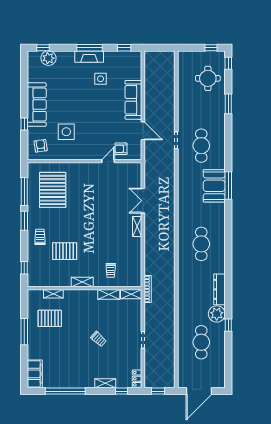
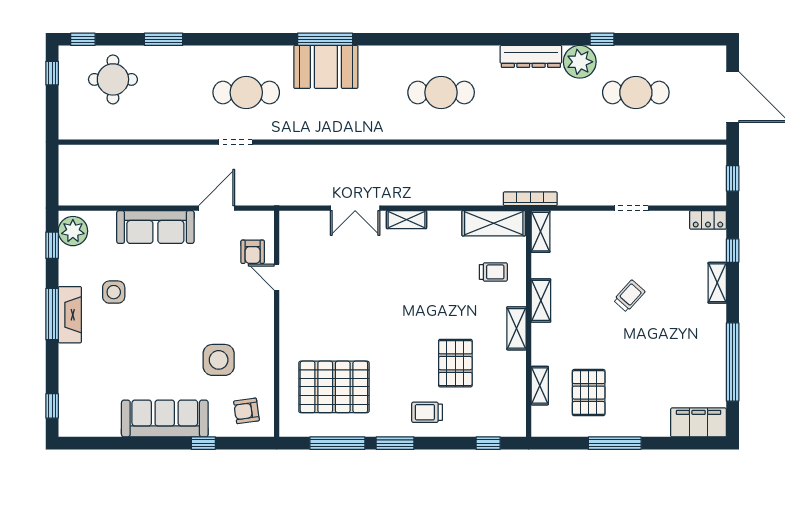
plant: (48, 58) -> (73, 231), moved
shelving: (135, 271) -> (494, 223), added
shelving: (109, 294) -> (541, 300), moved

